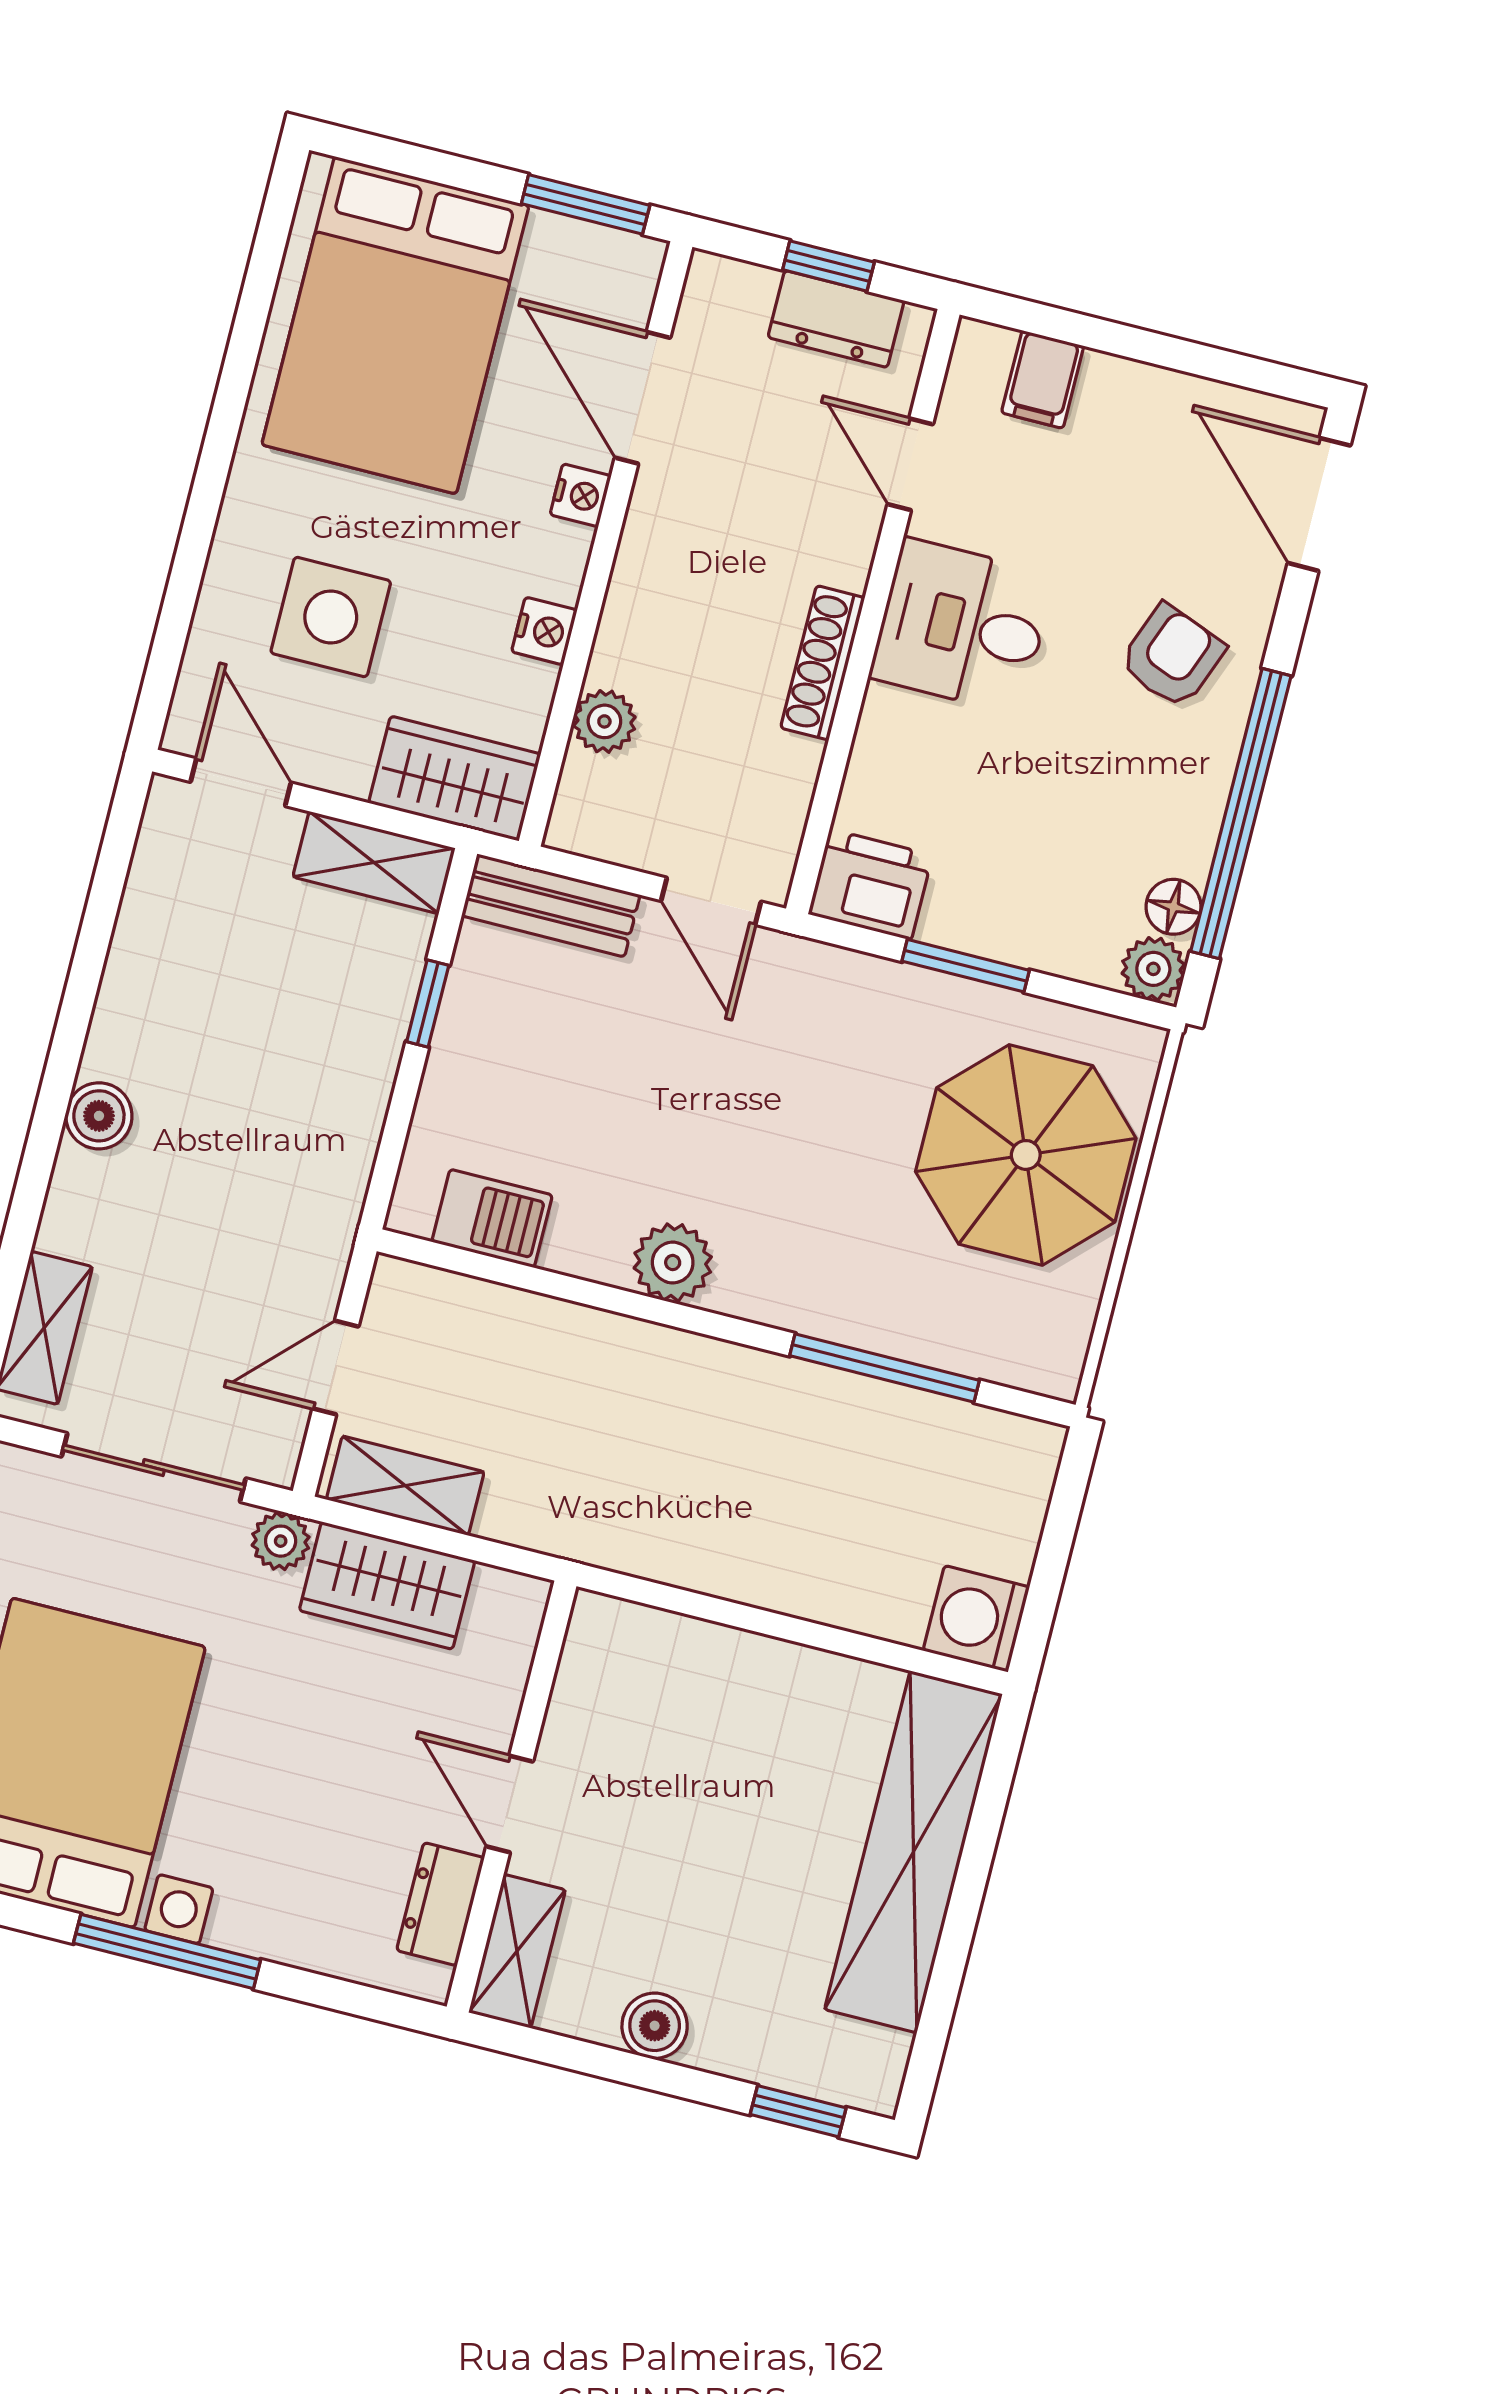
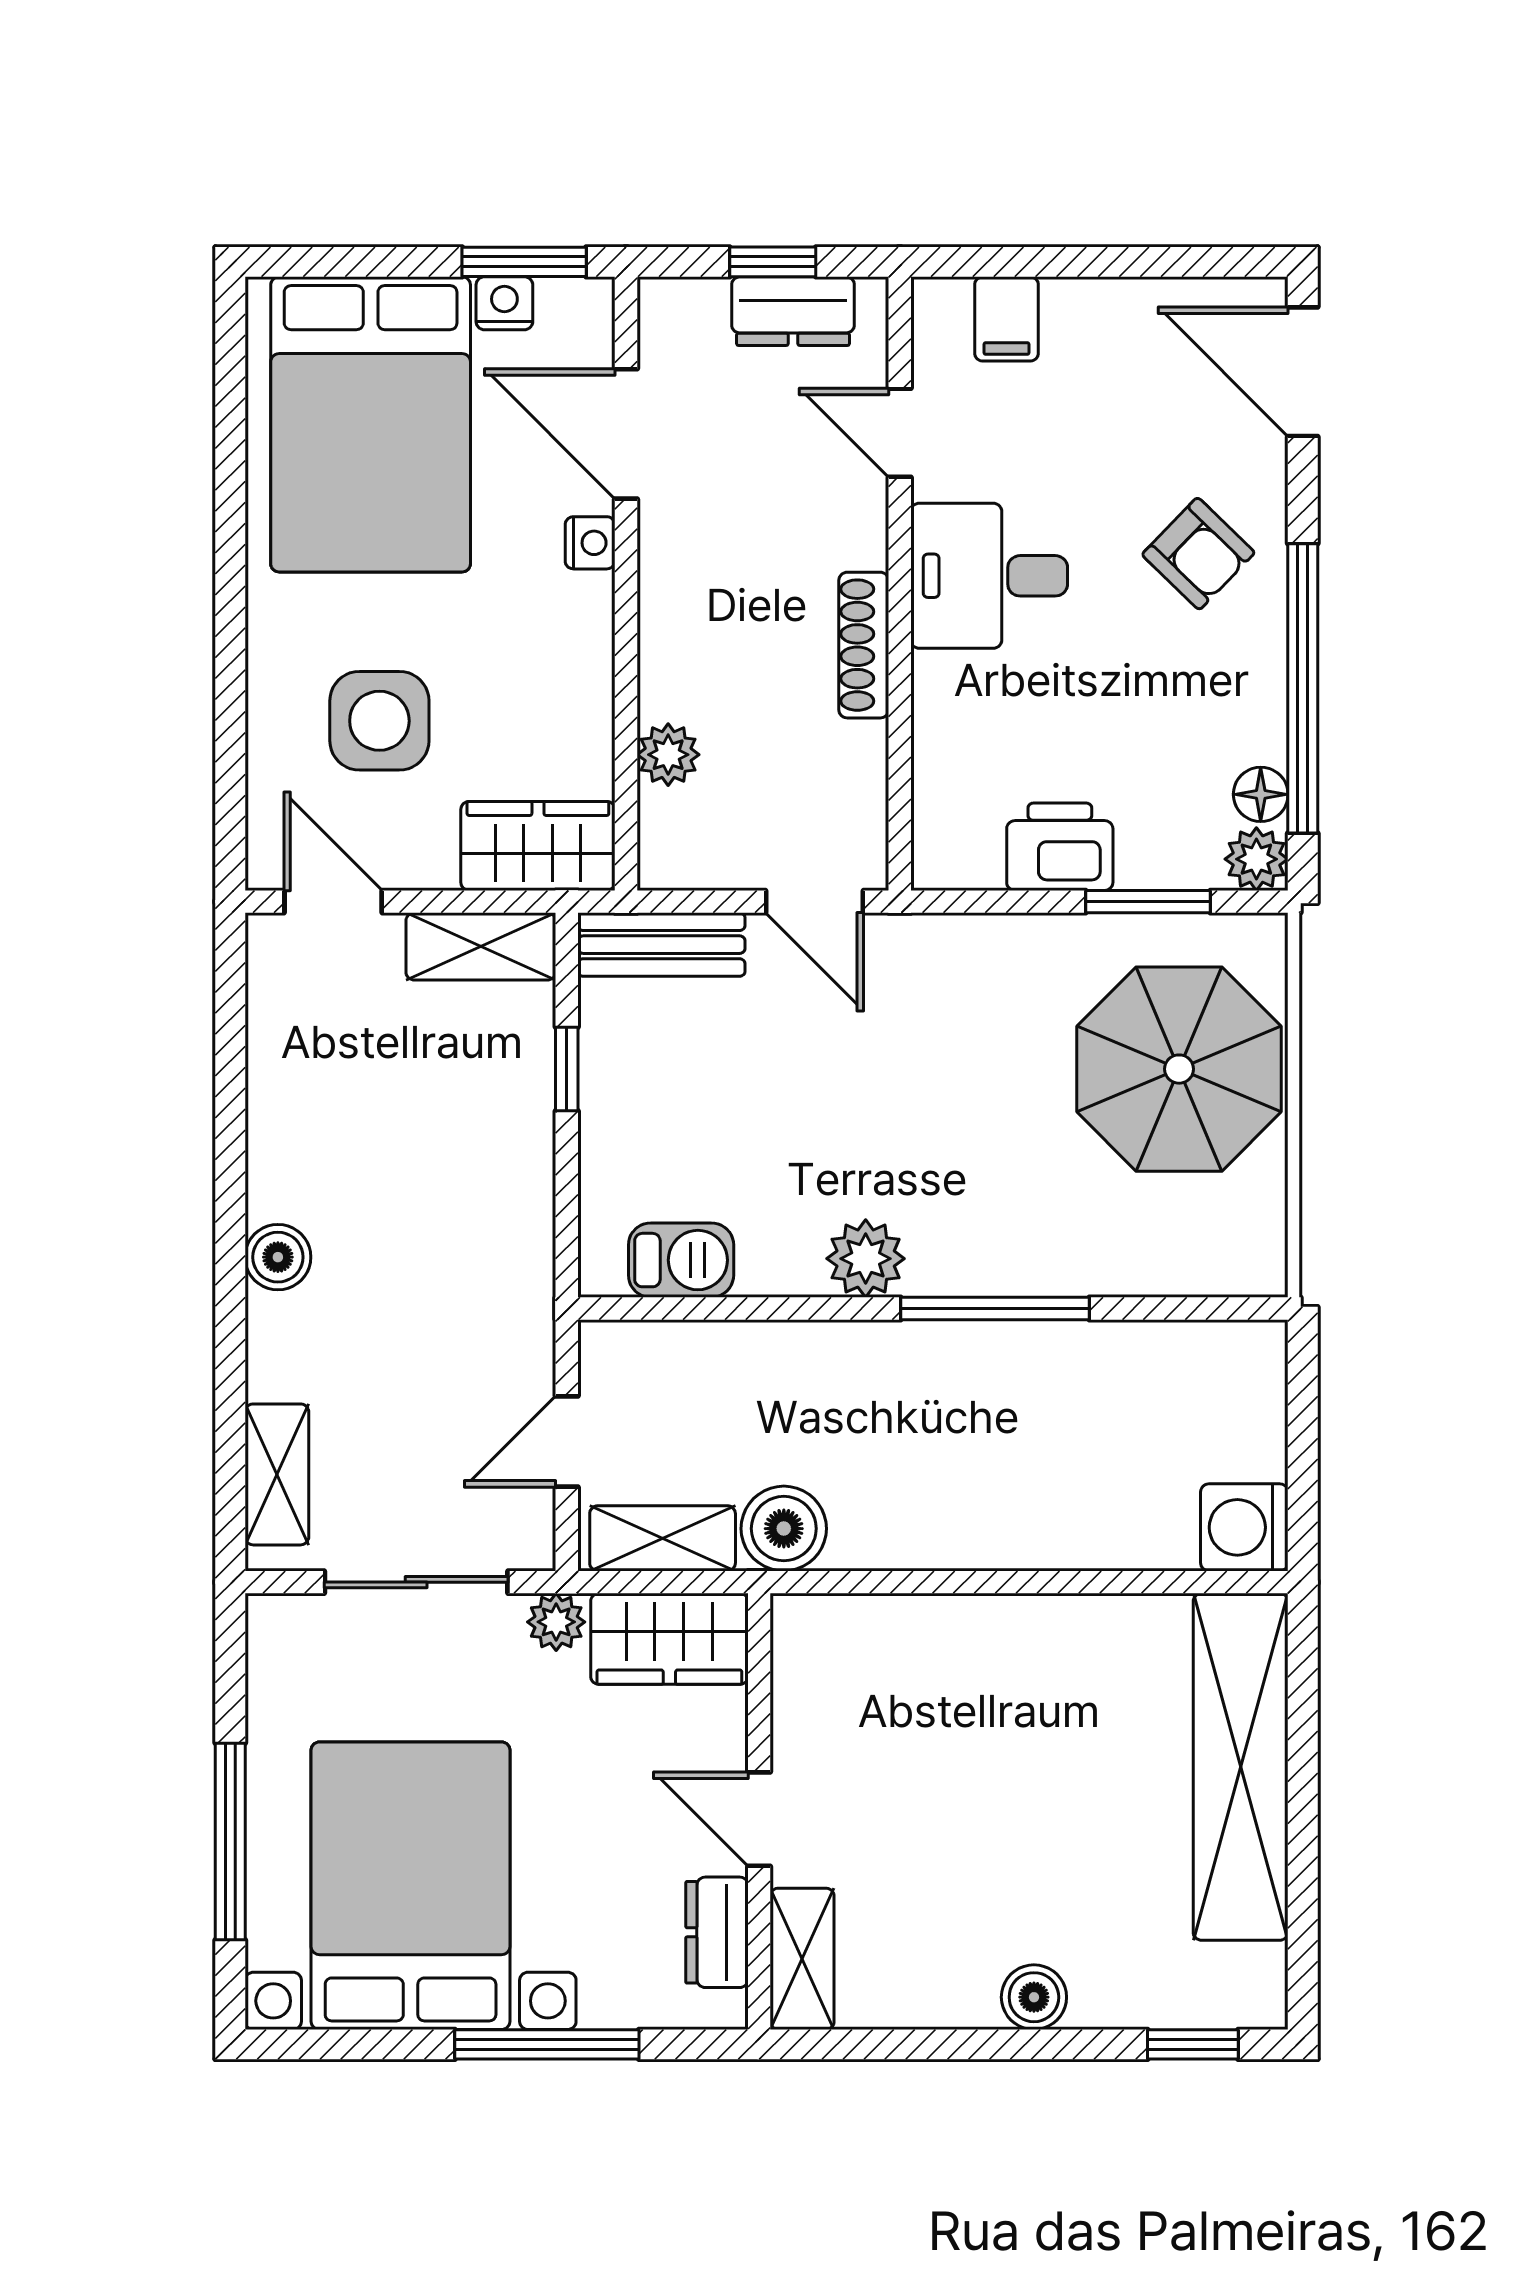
nightstand: (544, 631) -> (504, 303), moved, turned -90
armchair: (1172, 656) -> (1198, 554), turned 113
printer: (870, 885) -> (1060, 847), moved
window: (966, 966) -> (1148, 902), moved
window: (884, 1368) -> (995, 1308), moved
boiler: (526, 1506) -> (784, 1529), added
wall: (512, 1796) -> (759, 1811), moved
door: (510, 1804) -> (759, 1819), moved
dresser: (440, 1904) -> (717, 1932), moved
shelving: (517, 1951) -> (802, 1959), moved

